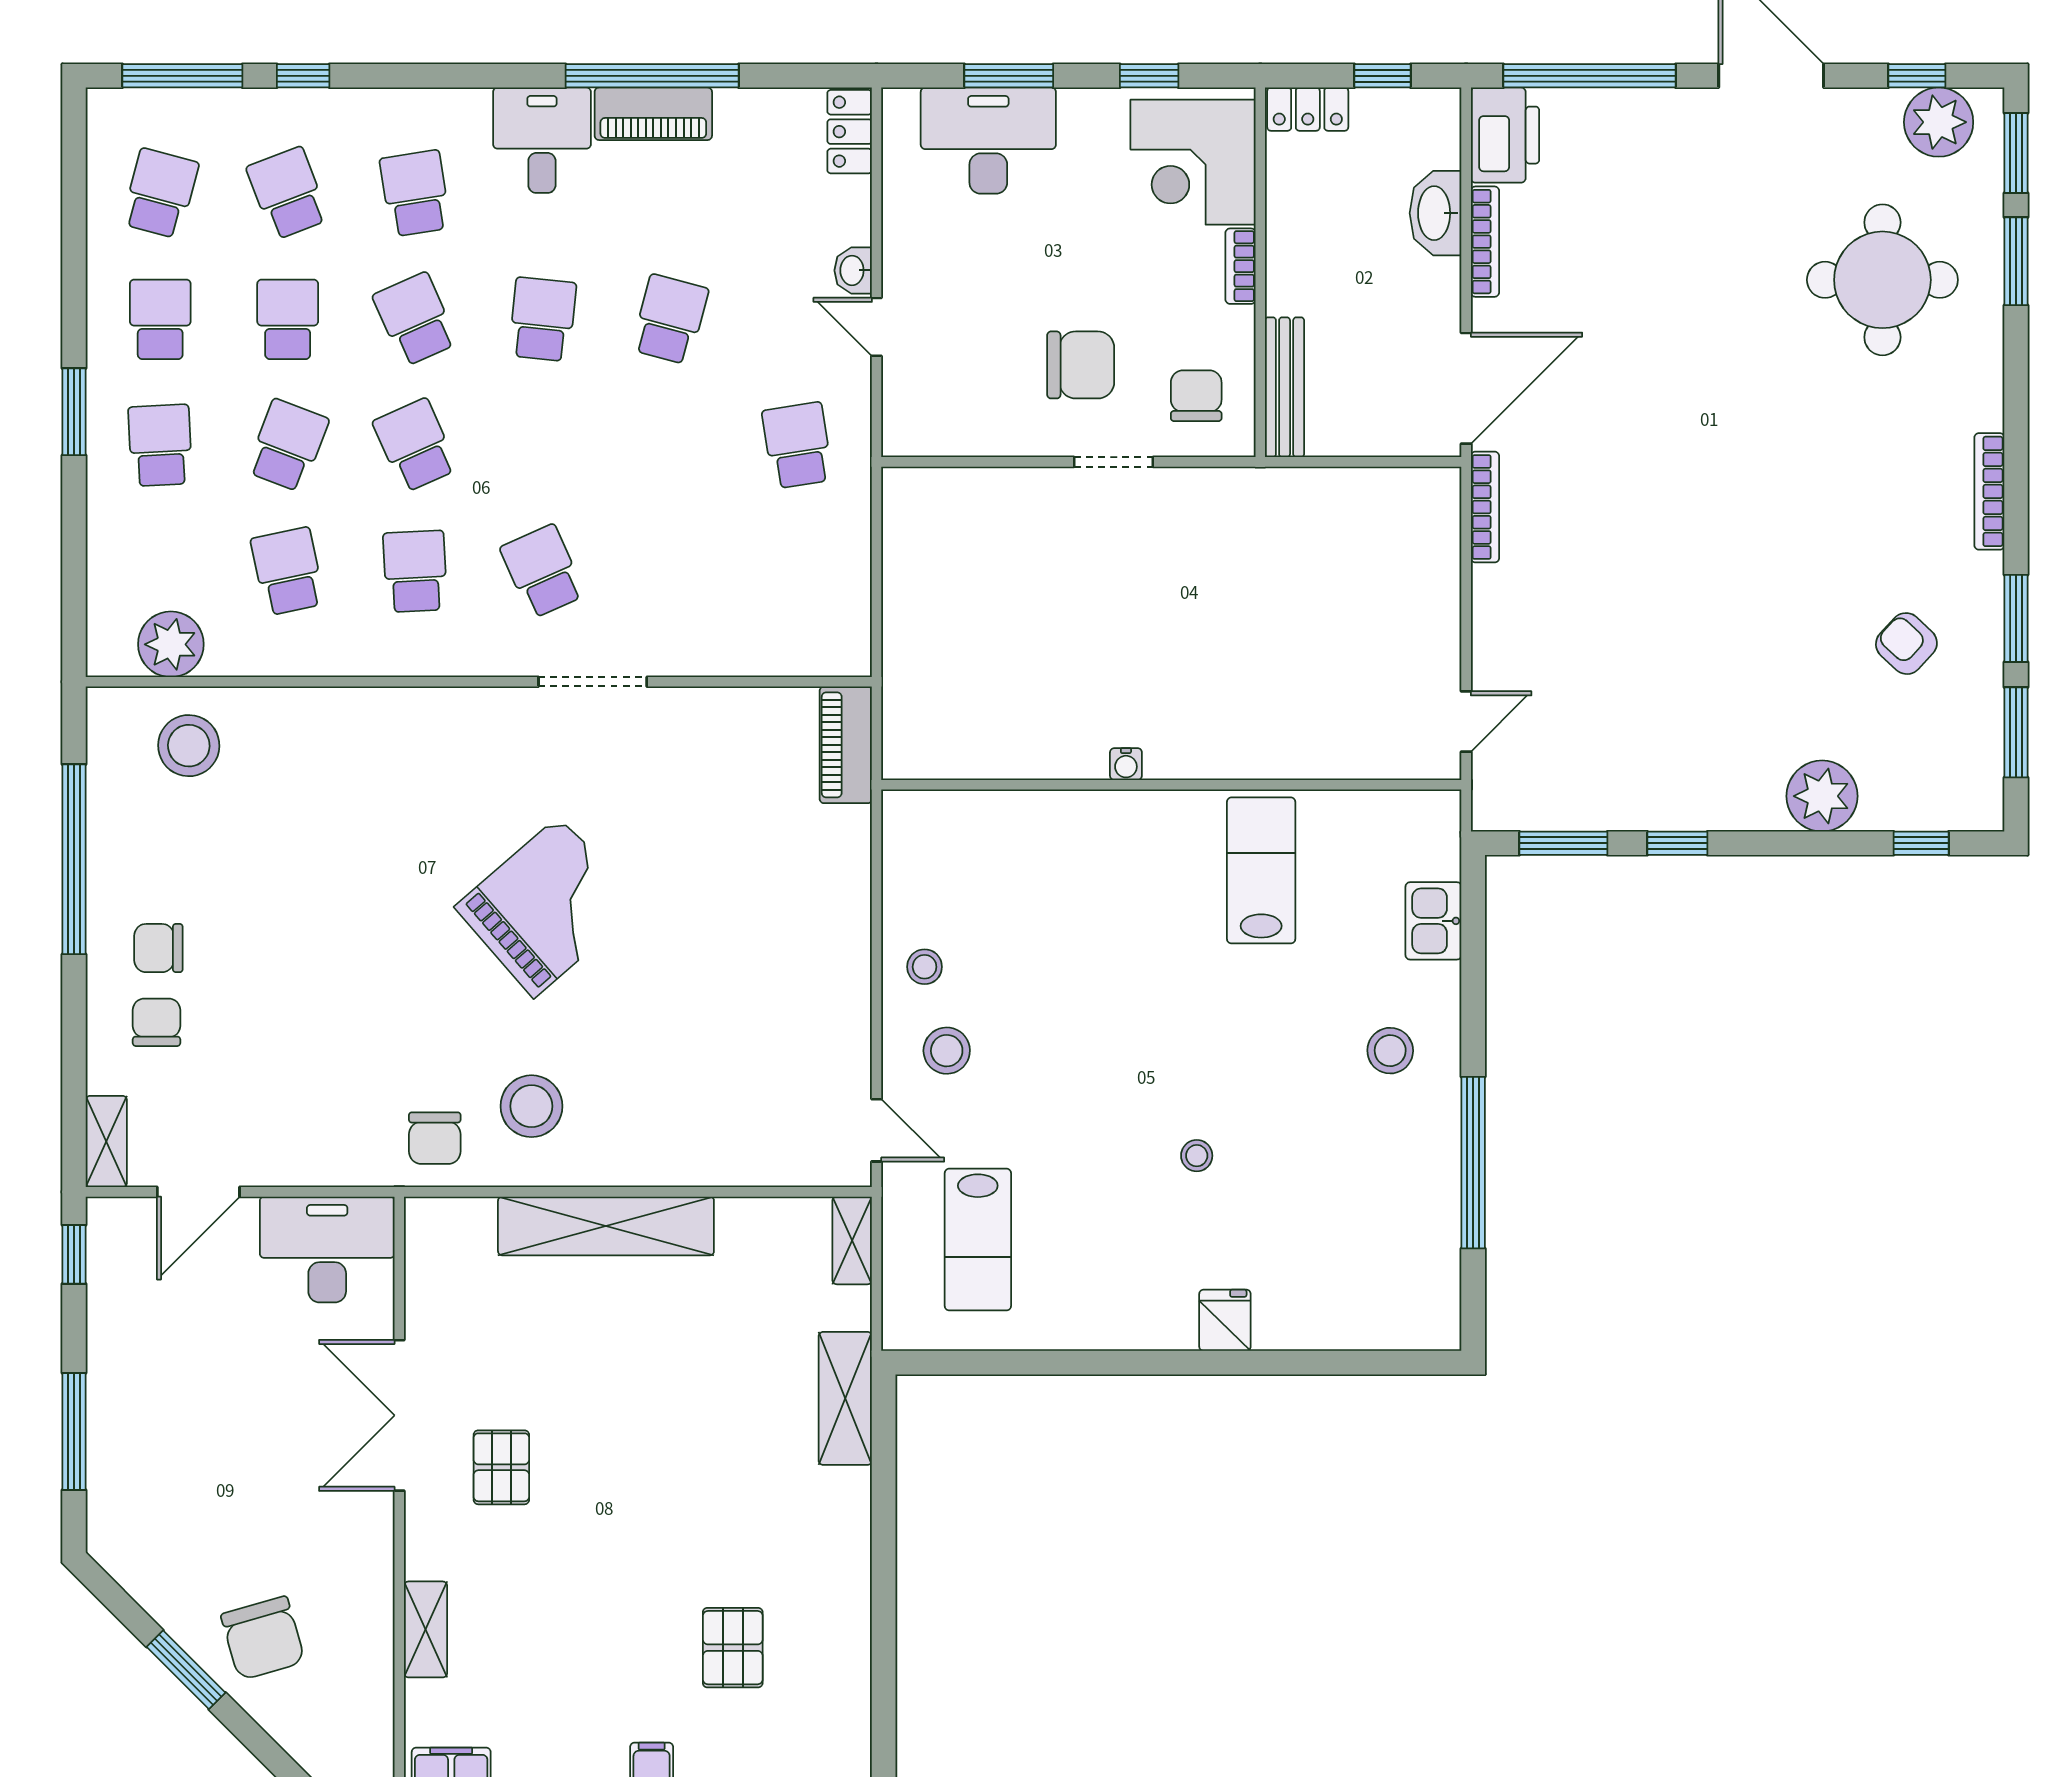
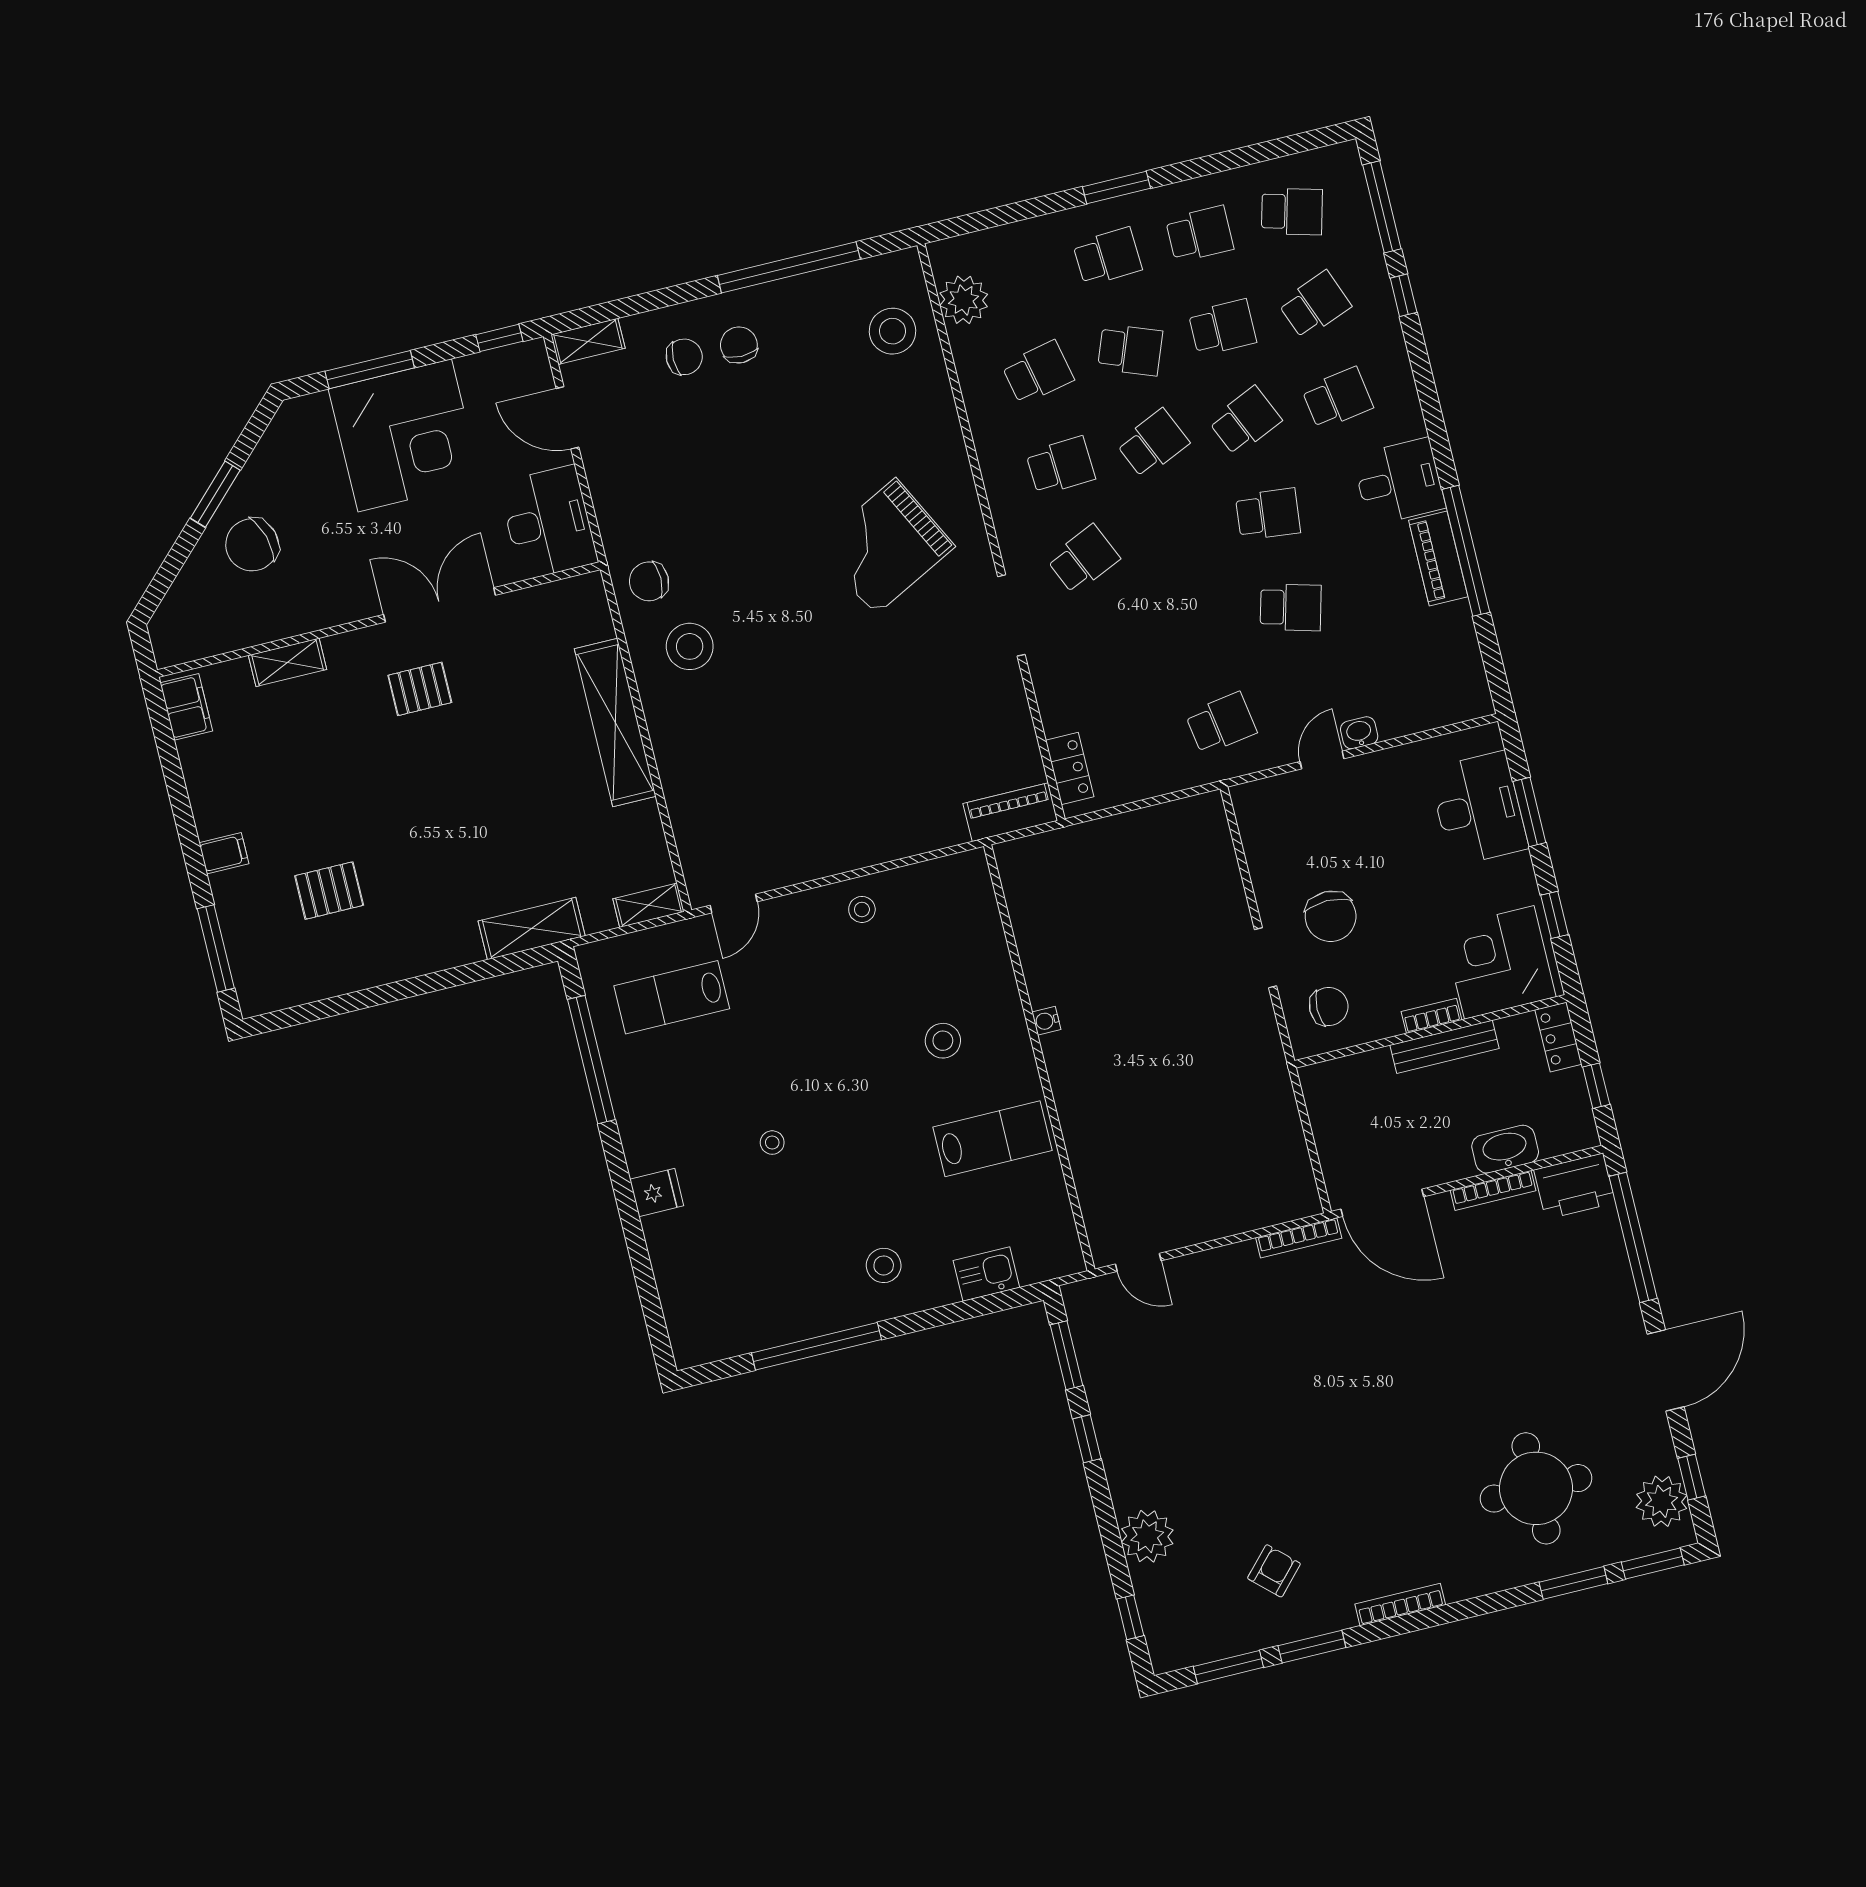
locker: (850, 132) -> (1070, 769), moved, turned 90
bench: (1285, 387) -> (1444, 1047), moved
grand piano: (547, 907) -> (885, 546), moved, turned 104
stool: (947, 1051) -> (943, 1041), moved
window: (1033, 1363) -> (591, 1060), added
corner desk: (170, 1407) -> (405, 435), added

